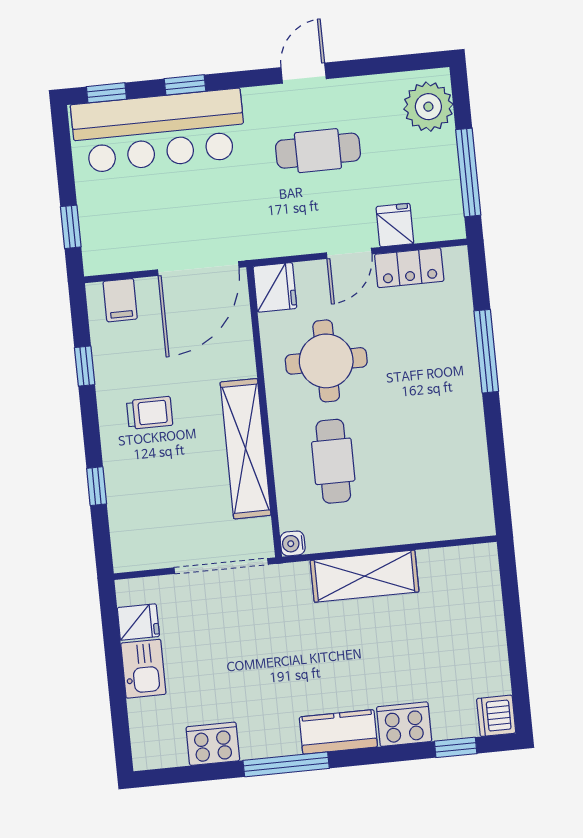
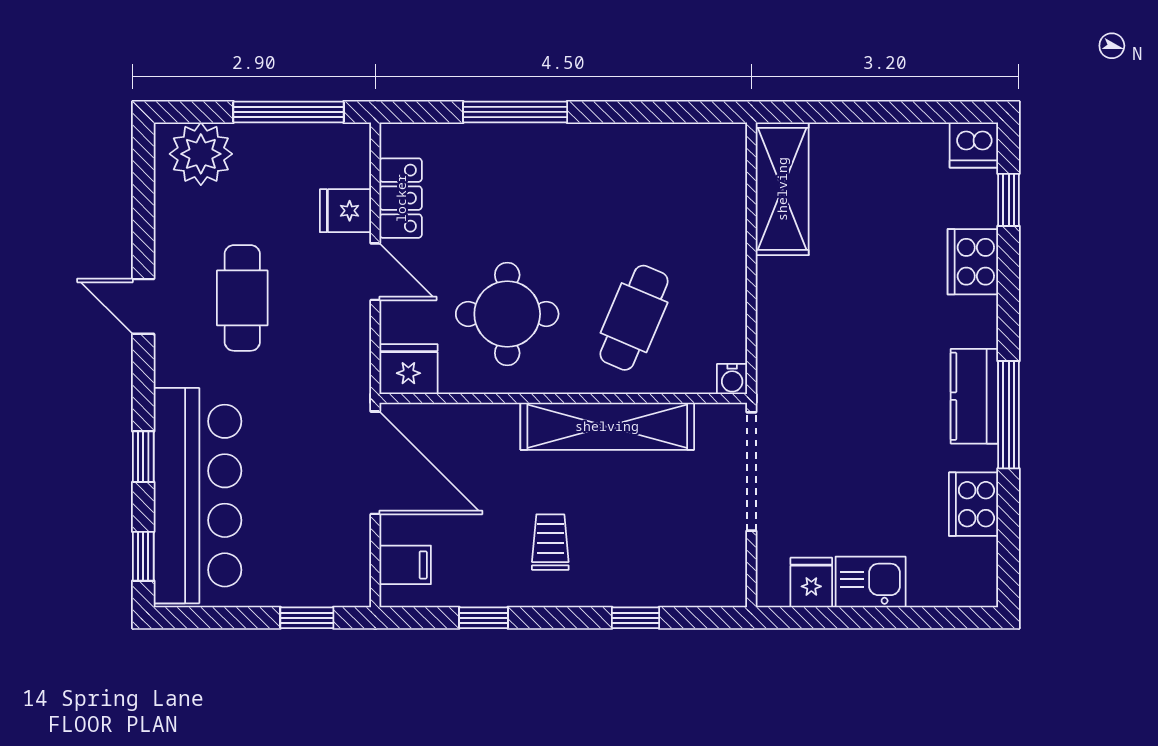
cafe table: (333, 461) -> (634, 318), turned -67
shelving: (365, 576) -> (782, 189), moved
kitchen counter: (338, 732) -> (974, 396), moved

